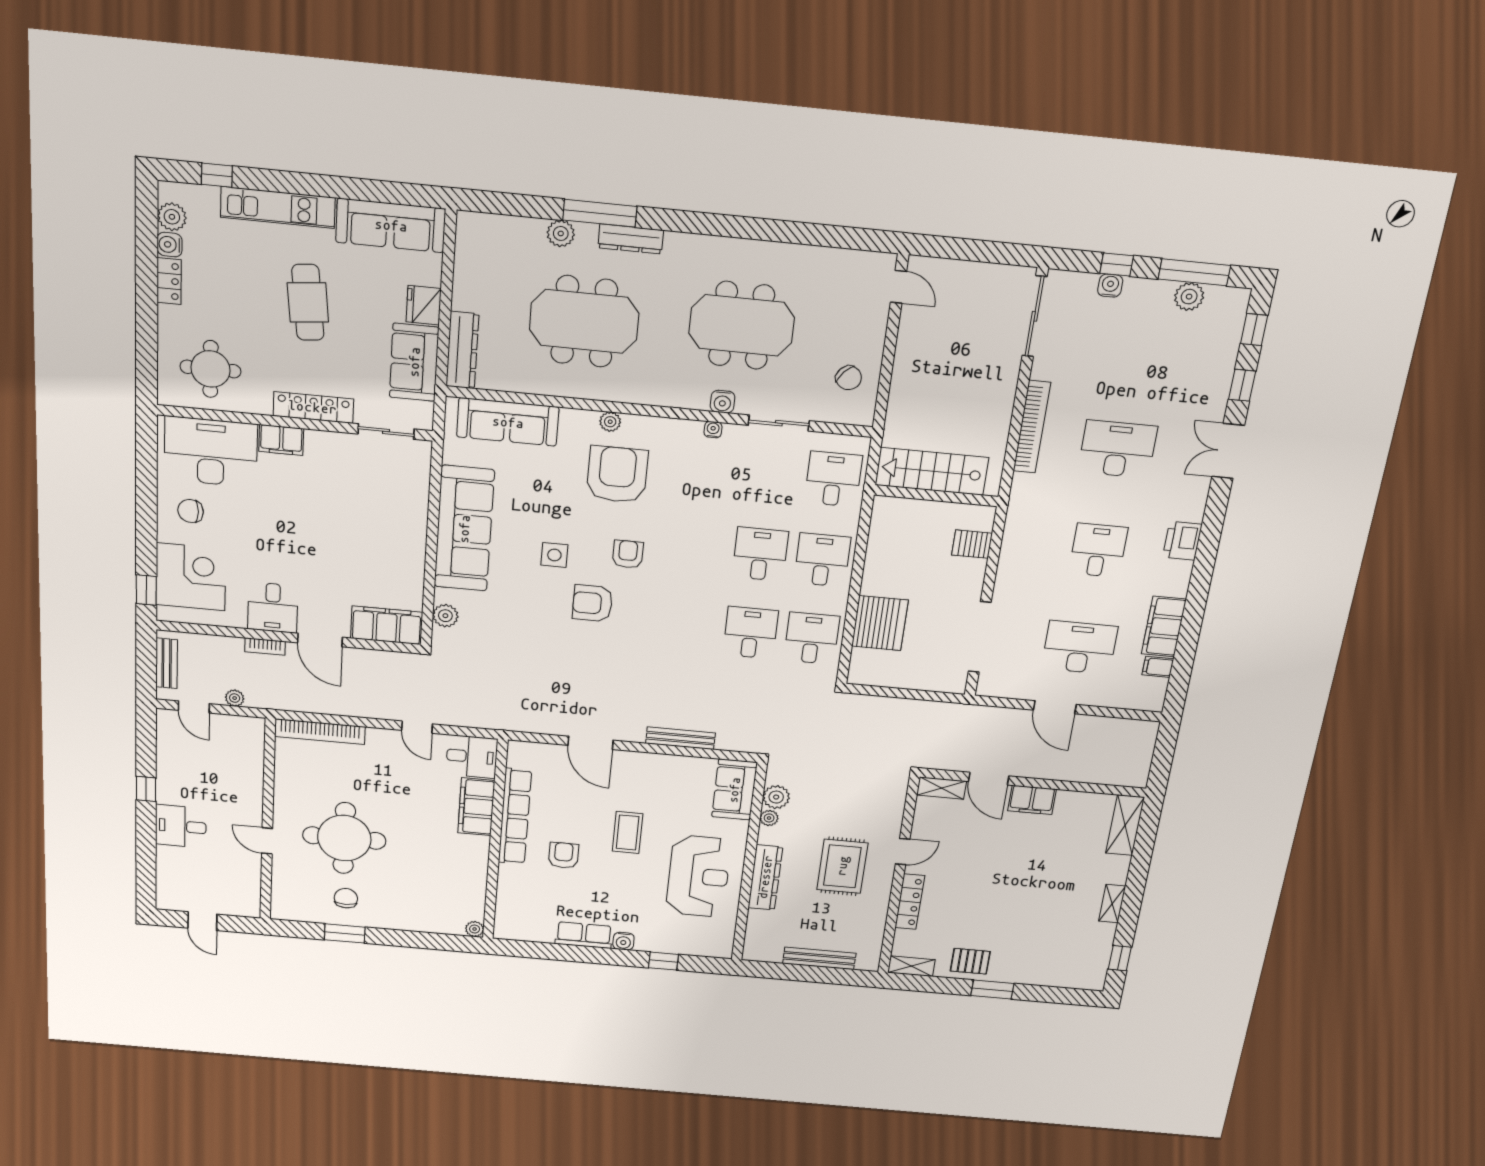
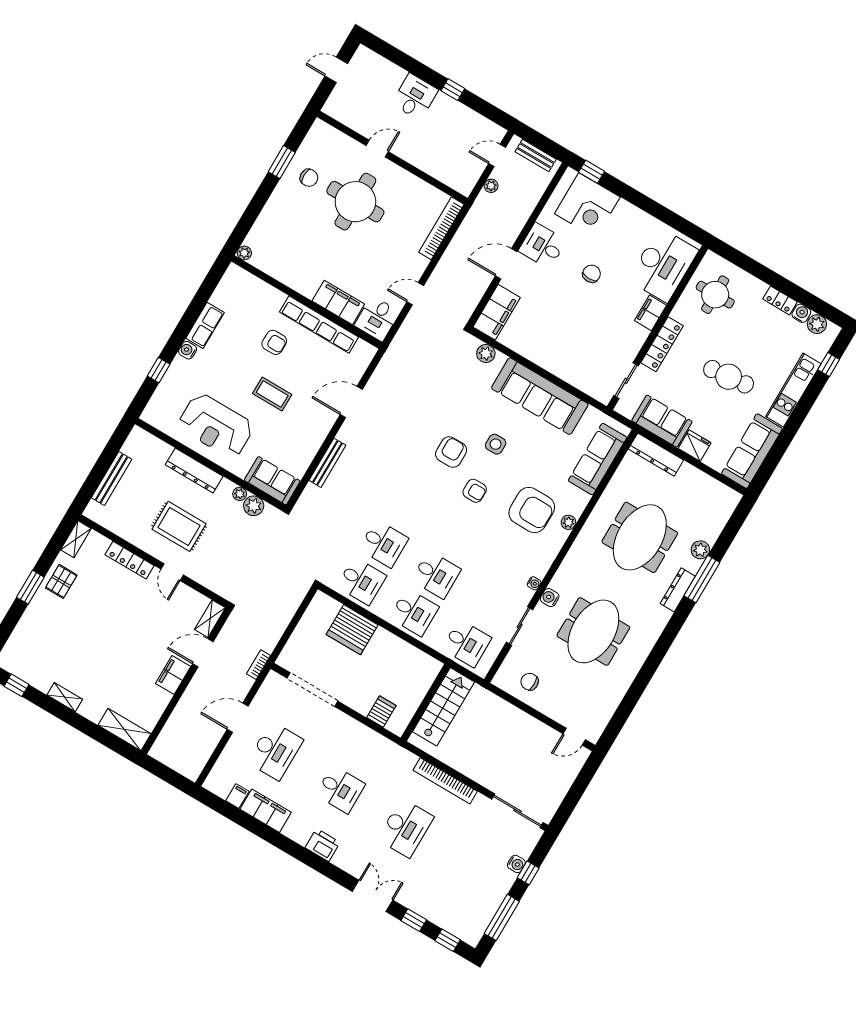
plant: (1189, 297) -> (487, 909), removed
chair: (849, 378) -> (530, 682), turned 49
chair: (191, 511) -> (592, 274), moved
bookcase: (265, 647) -> (258, 665), moved

